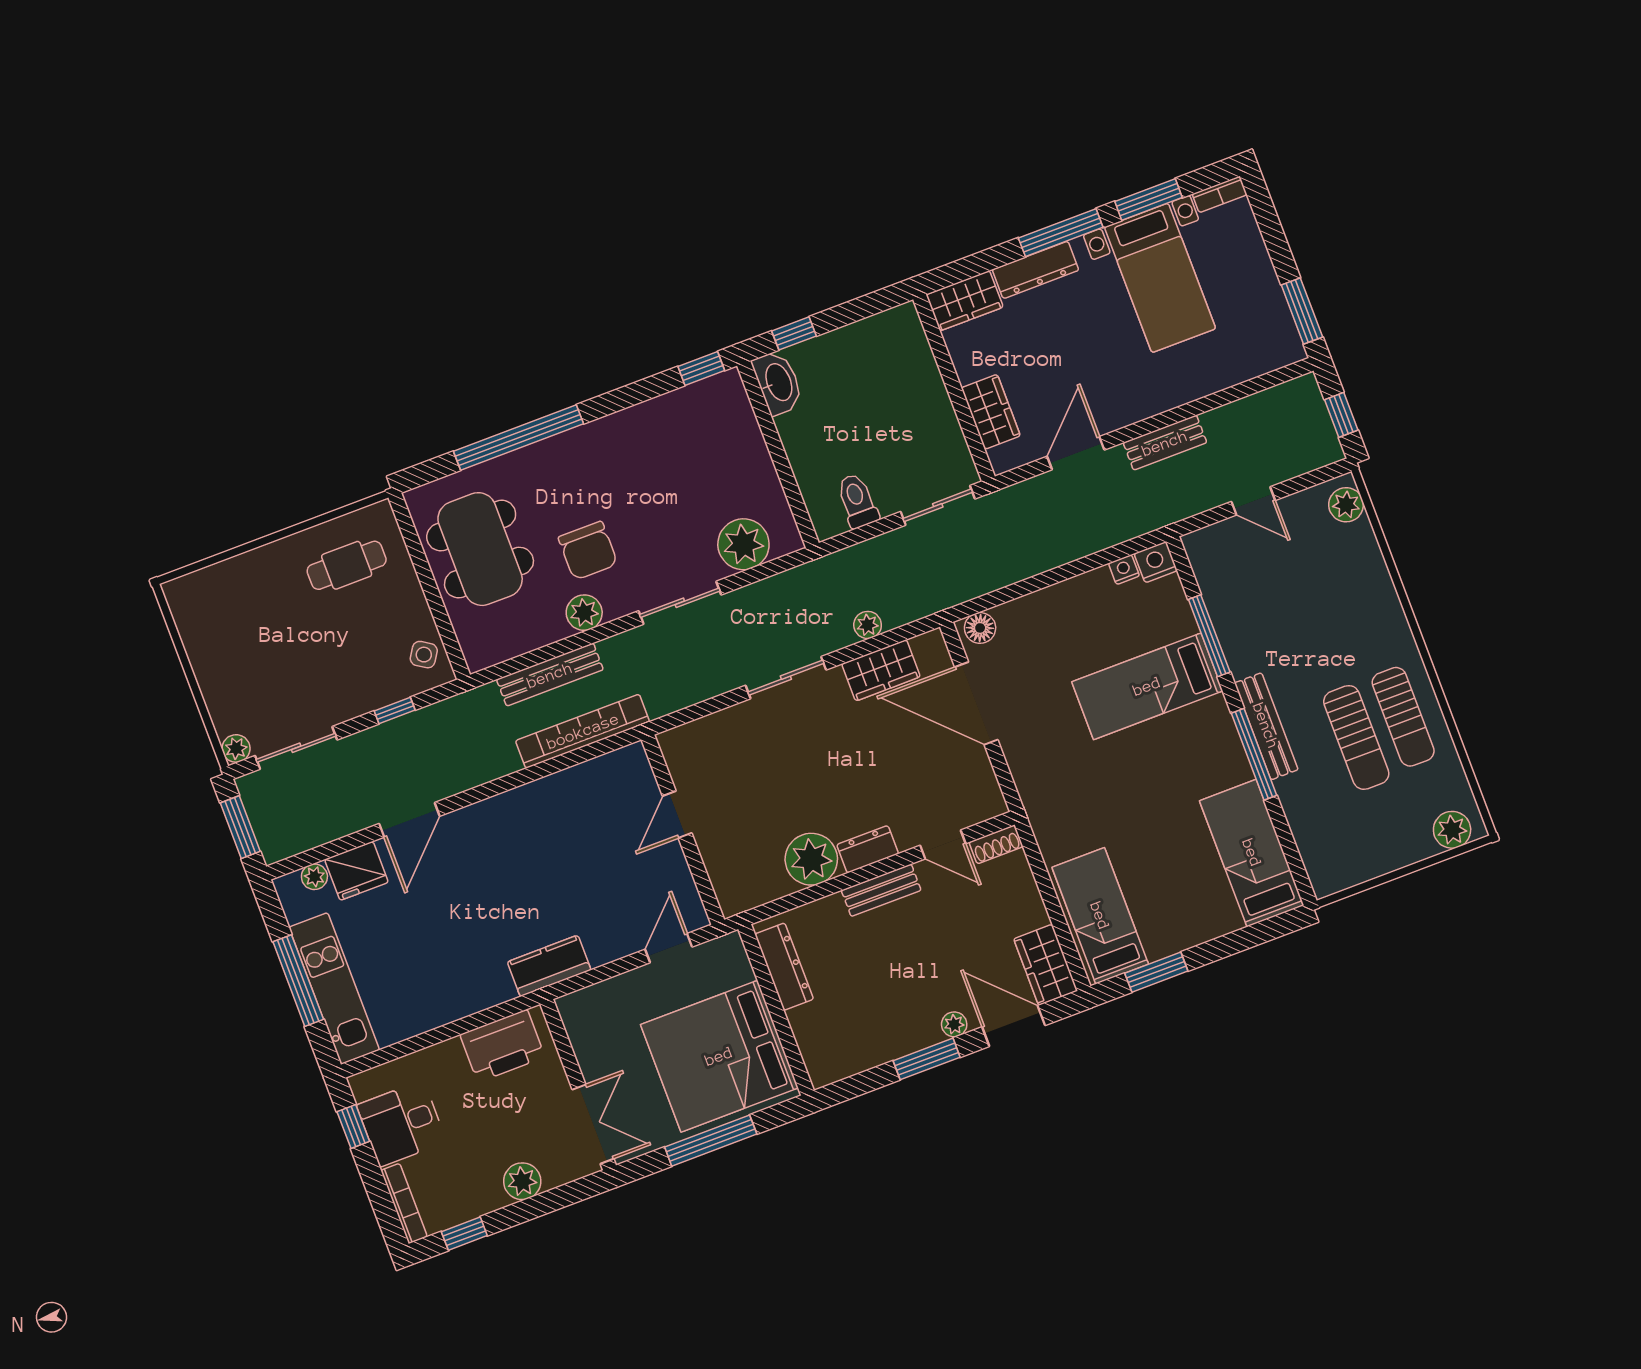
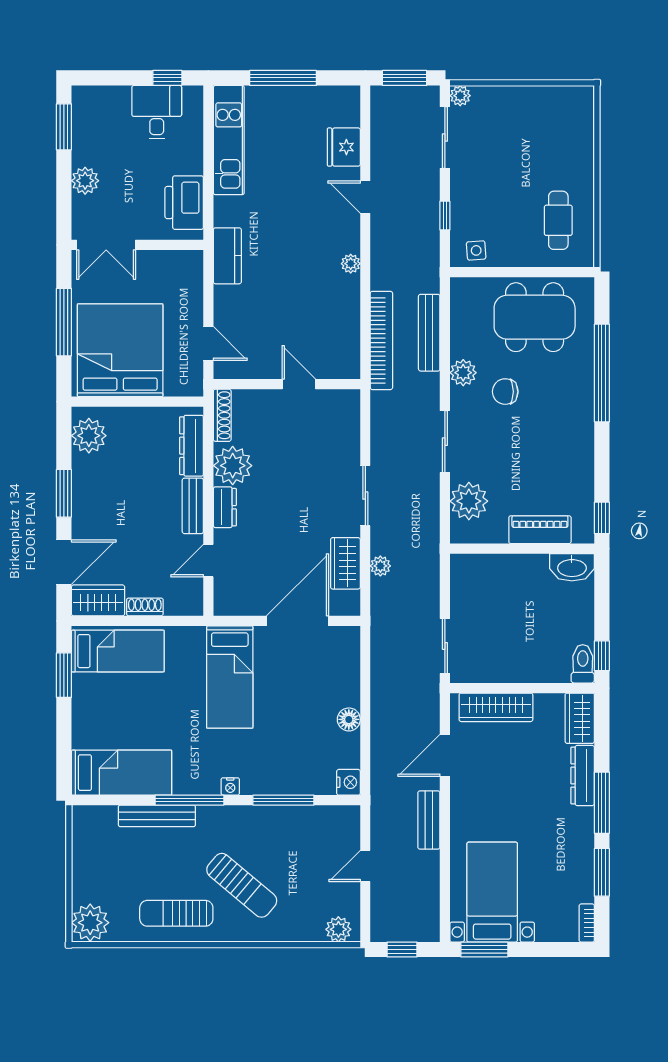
bed with nightstands: (1160, 278) -> (492, 892), moved, turned 90
window: (794, 333) -> (602, 656), moved
wardrobe: (991, 412) -> (496, 707), width x1.50
piano: (746, 441) -> (540, 530), added
door: (1076, 453) -> (445, 755), swing flipped
toilet: (857, 501) -> (583, 664), moved, turned -90
chair: (588, 551) -> (505, 392), width x0.73, depth x0.73
nightstand: (1124, 570) -> (230, 786), moved, turned 90
floor lamp: (980, 628) -> (349, 719), moved
side table: (424, 655) -> (476, 250), turned -37
bed: (1147, 686) -> (230, 677), moved, turned 180
bench: (1266, 726) -> (157, 816), moved
sun lounger: (1356, 737) -> (242, 885), moved, turned -140
door: (409, 820) -> (365, 197), width x0.73
plant: (1452, 830) -> (90, 923), width x1.36, depth x1.36
shoe rack: (996, 844) -> (145, 607), moved, turned 90
plant: (314, 877) -> (351, 264), moved
shoe rack: (753, 896) -> (222, 415), added
dresser: (784, 967) -> (191, 446), moved, turned 90
kitchen unit: (334, 989) -> (229, 140), moved, turned -90
plant: (954, 1024) -> (89, 436), moved, width x1.88, depth x1.88
bookcase: (404, 1203) -> (101, 93), removed
window: (464, 1234) -> (64, 127), width x1.50

